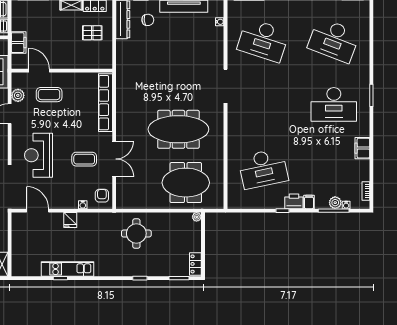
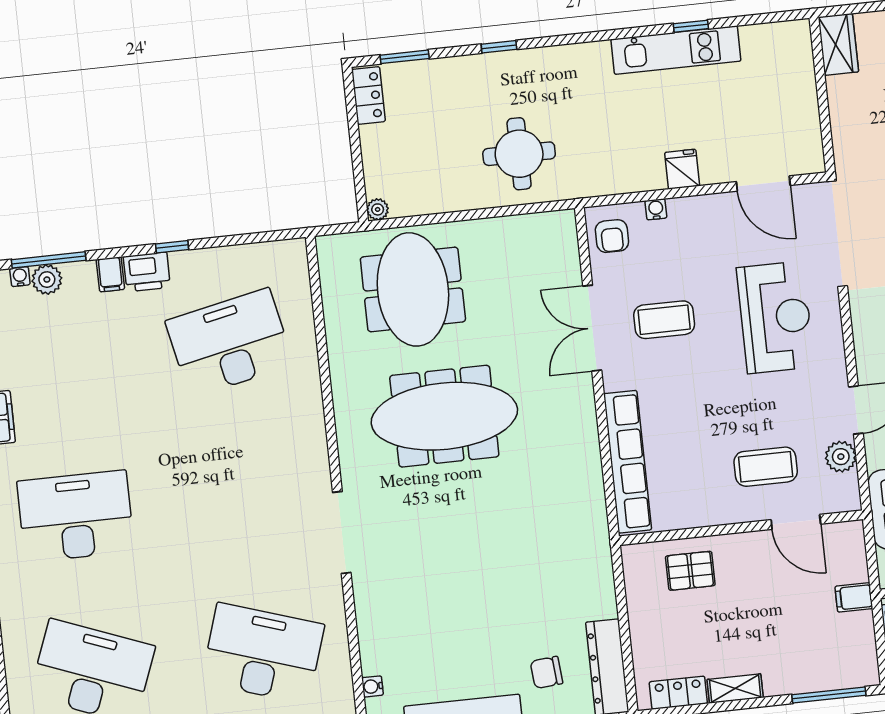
pallet: (92, 33) -> (690, 571), moved
filing cabinet: (19, 43) -> (854, 597), width x0.50
meeting table: (186, 183) -> (413, 289), turned 90

